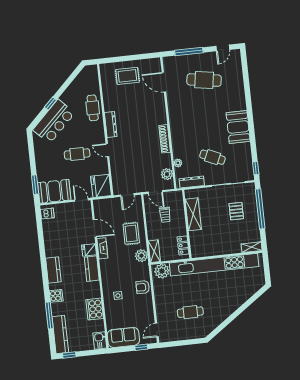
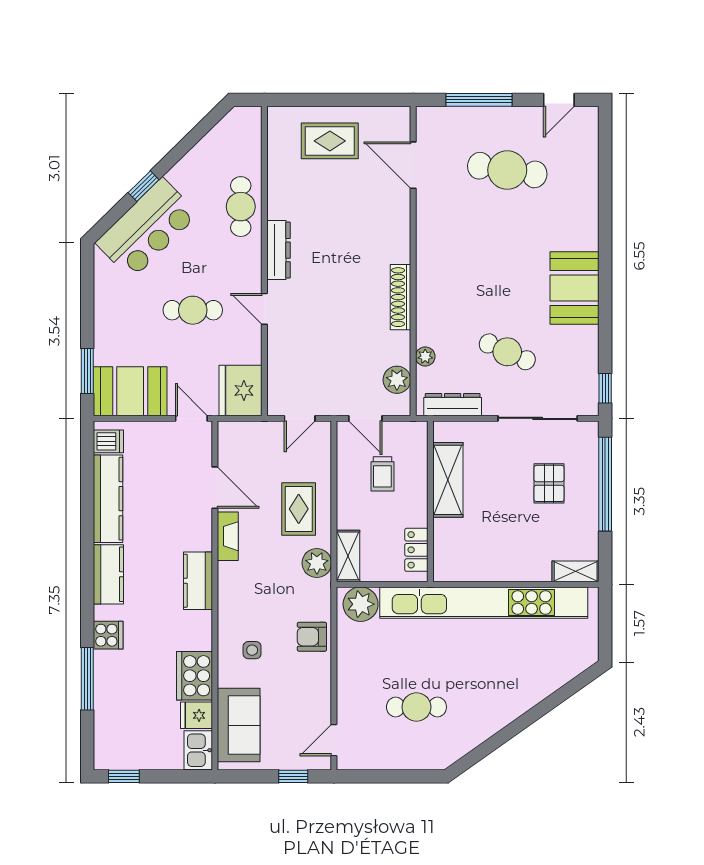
fridge: (89, 250) -> (196, 715), moved
kitchen counter: (60, 335) -> (108, 499), moved
sofa: (123, 337) -> (239, 725), moved, turned 90

